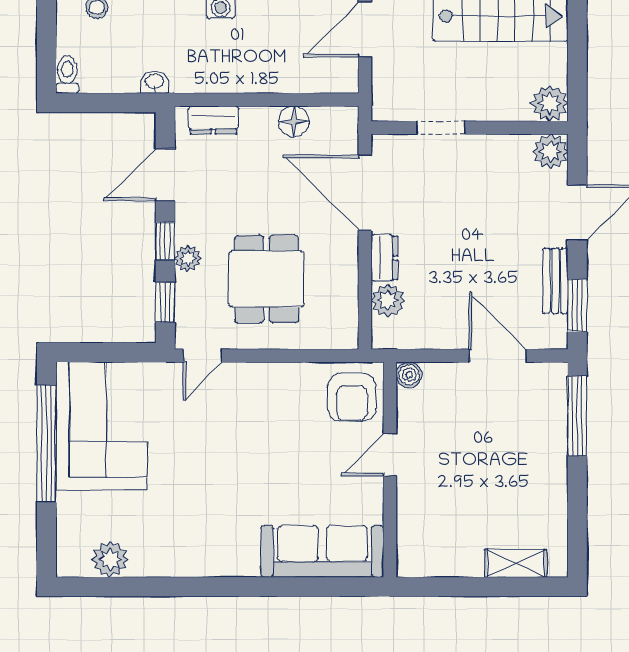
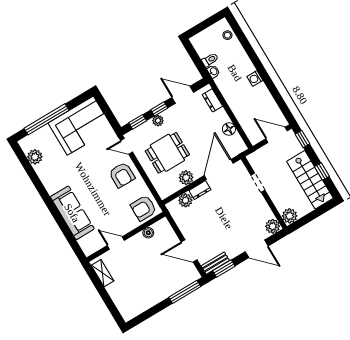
toilet: (67, 75) -> (210, 60), moved
plant: (341, 271) -> (186, 178), added
bench: (555, 281) -> (215, 263), moved
door: (498, 356) -> (189, 251), swing flipped
boiler: (409, 375) -> (148, 233), moved
armchair: (256, 401) -> (122, 175), added
window: (46, 444) -> (47, 119), moved
door: (390, 455) -> (116, 243), moved
sofa: (322, 551) -> (72, 213), moved
shelving: (516, 563) -> (103, 273), moved

